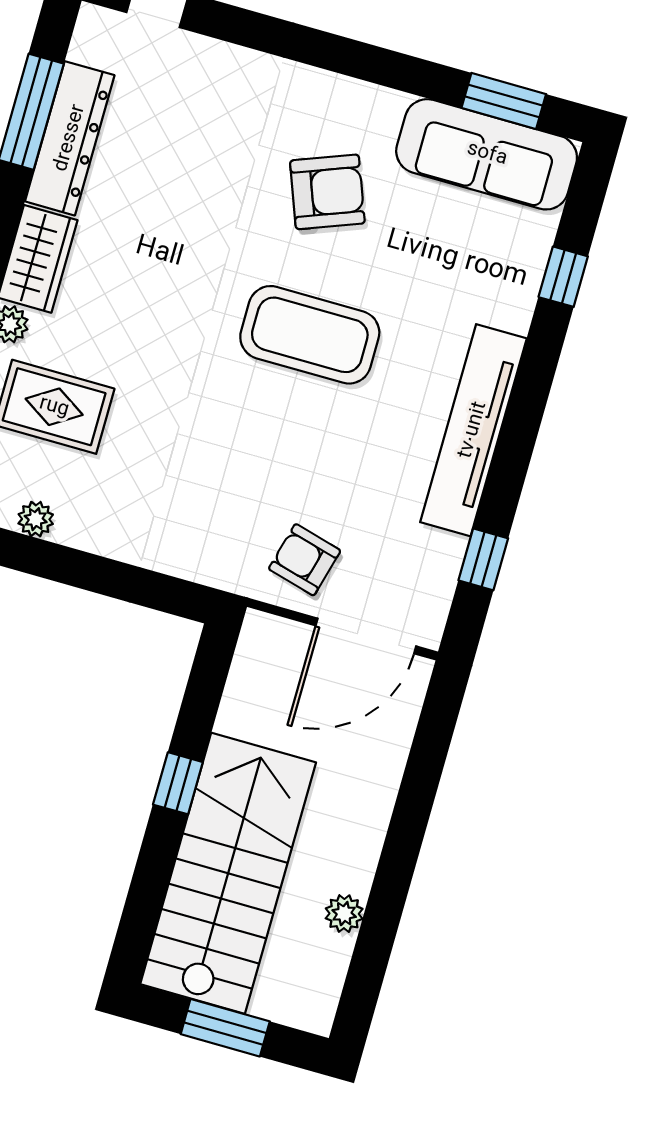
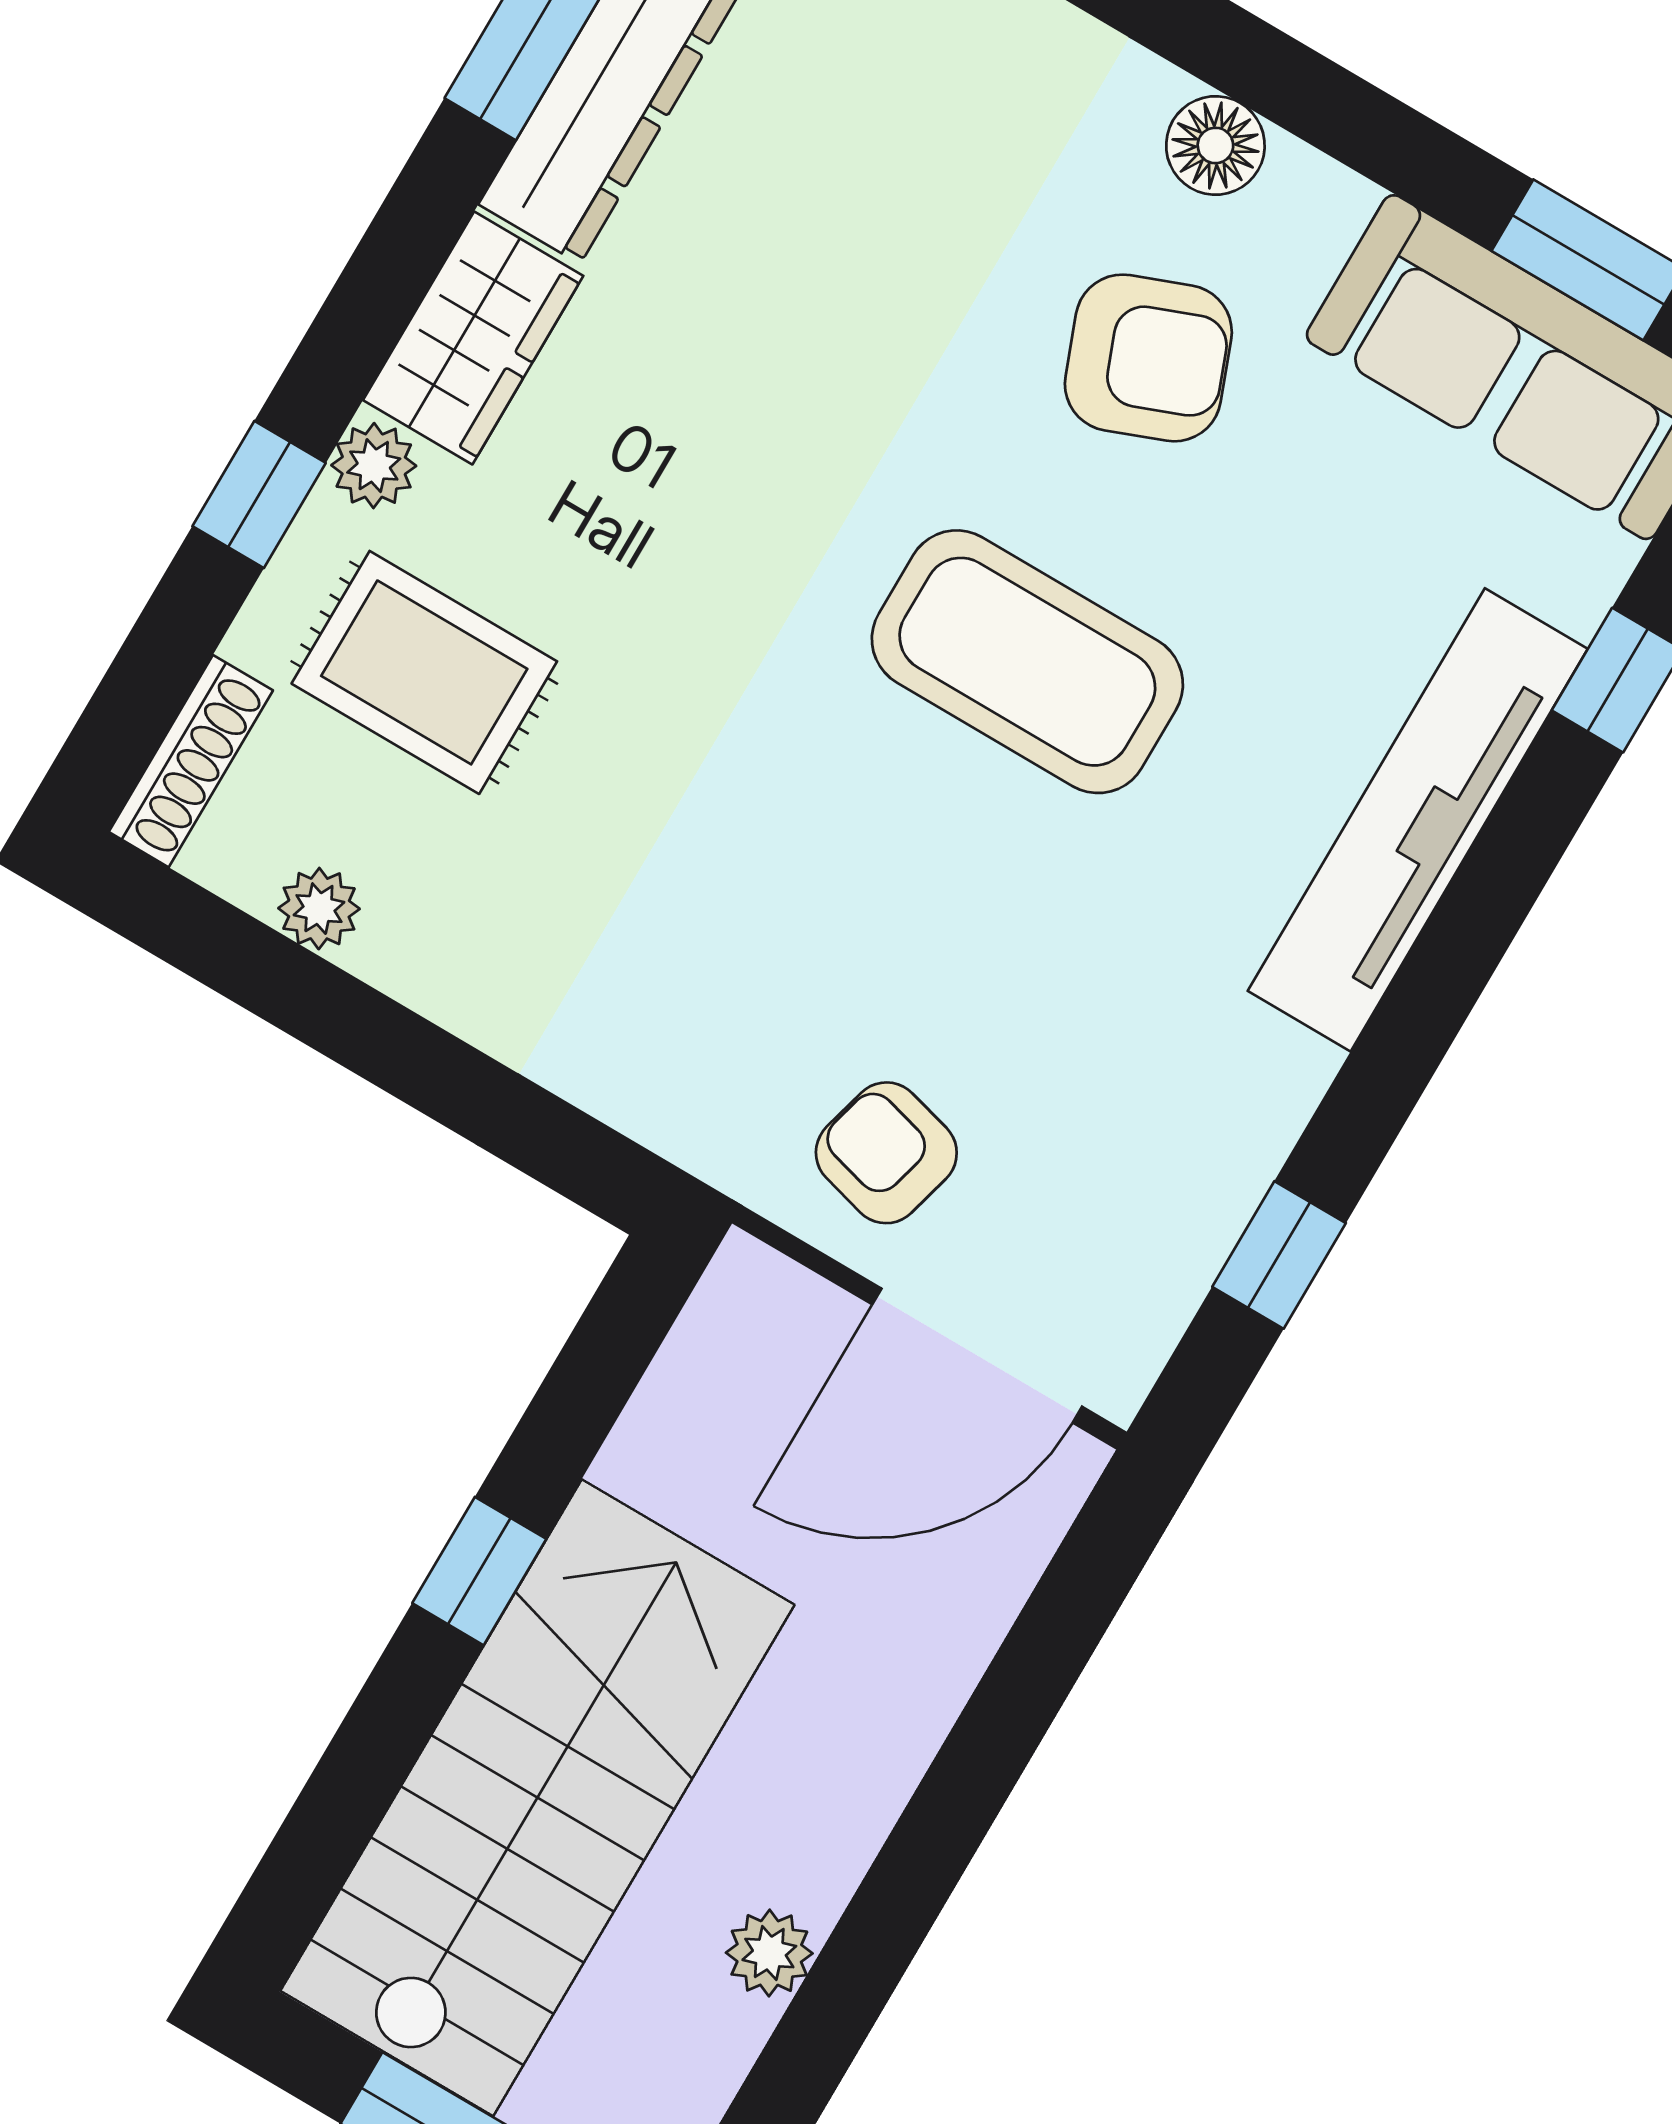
floor lamp: (332, 94) -> (1215, 145), added
tv unit: (473, 430) -> (1418, 820), moved

